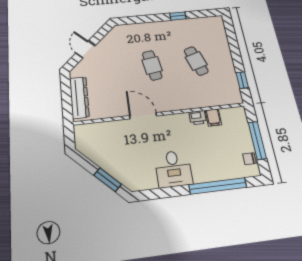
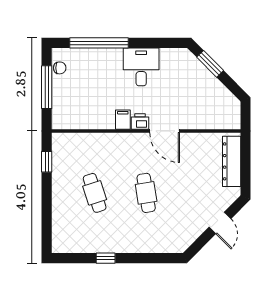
filing cabinet: (213, 117) -> (123, 120), moved
printer: (198, 118) -> (140, 122), moved

